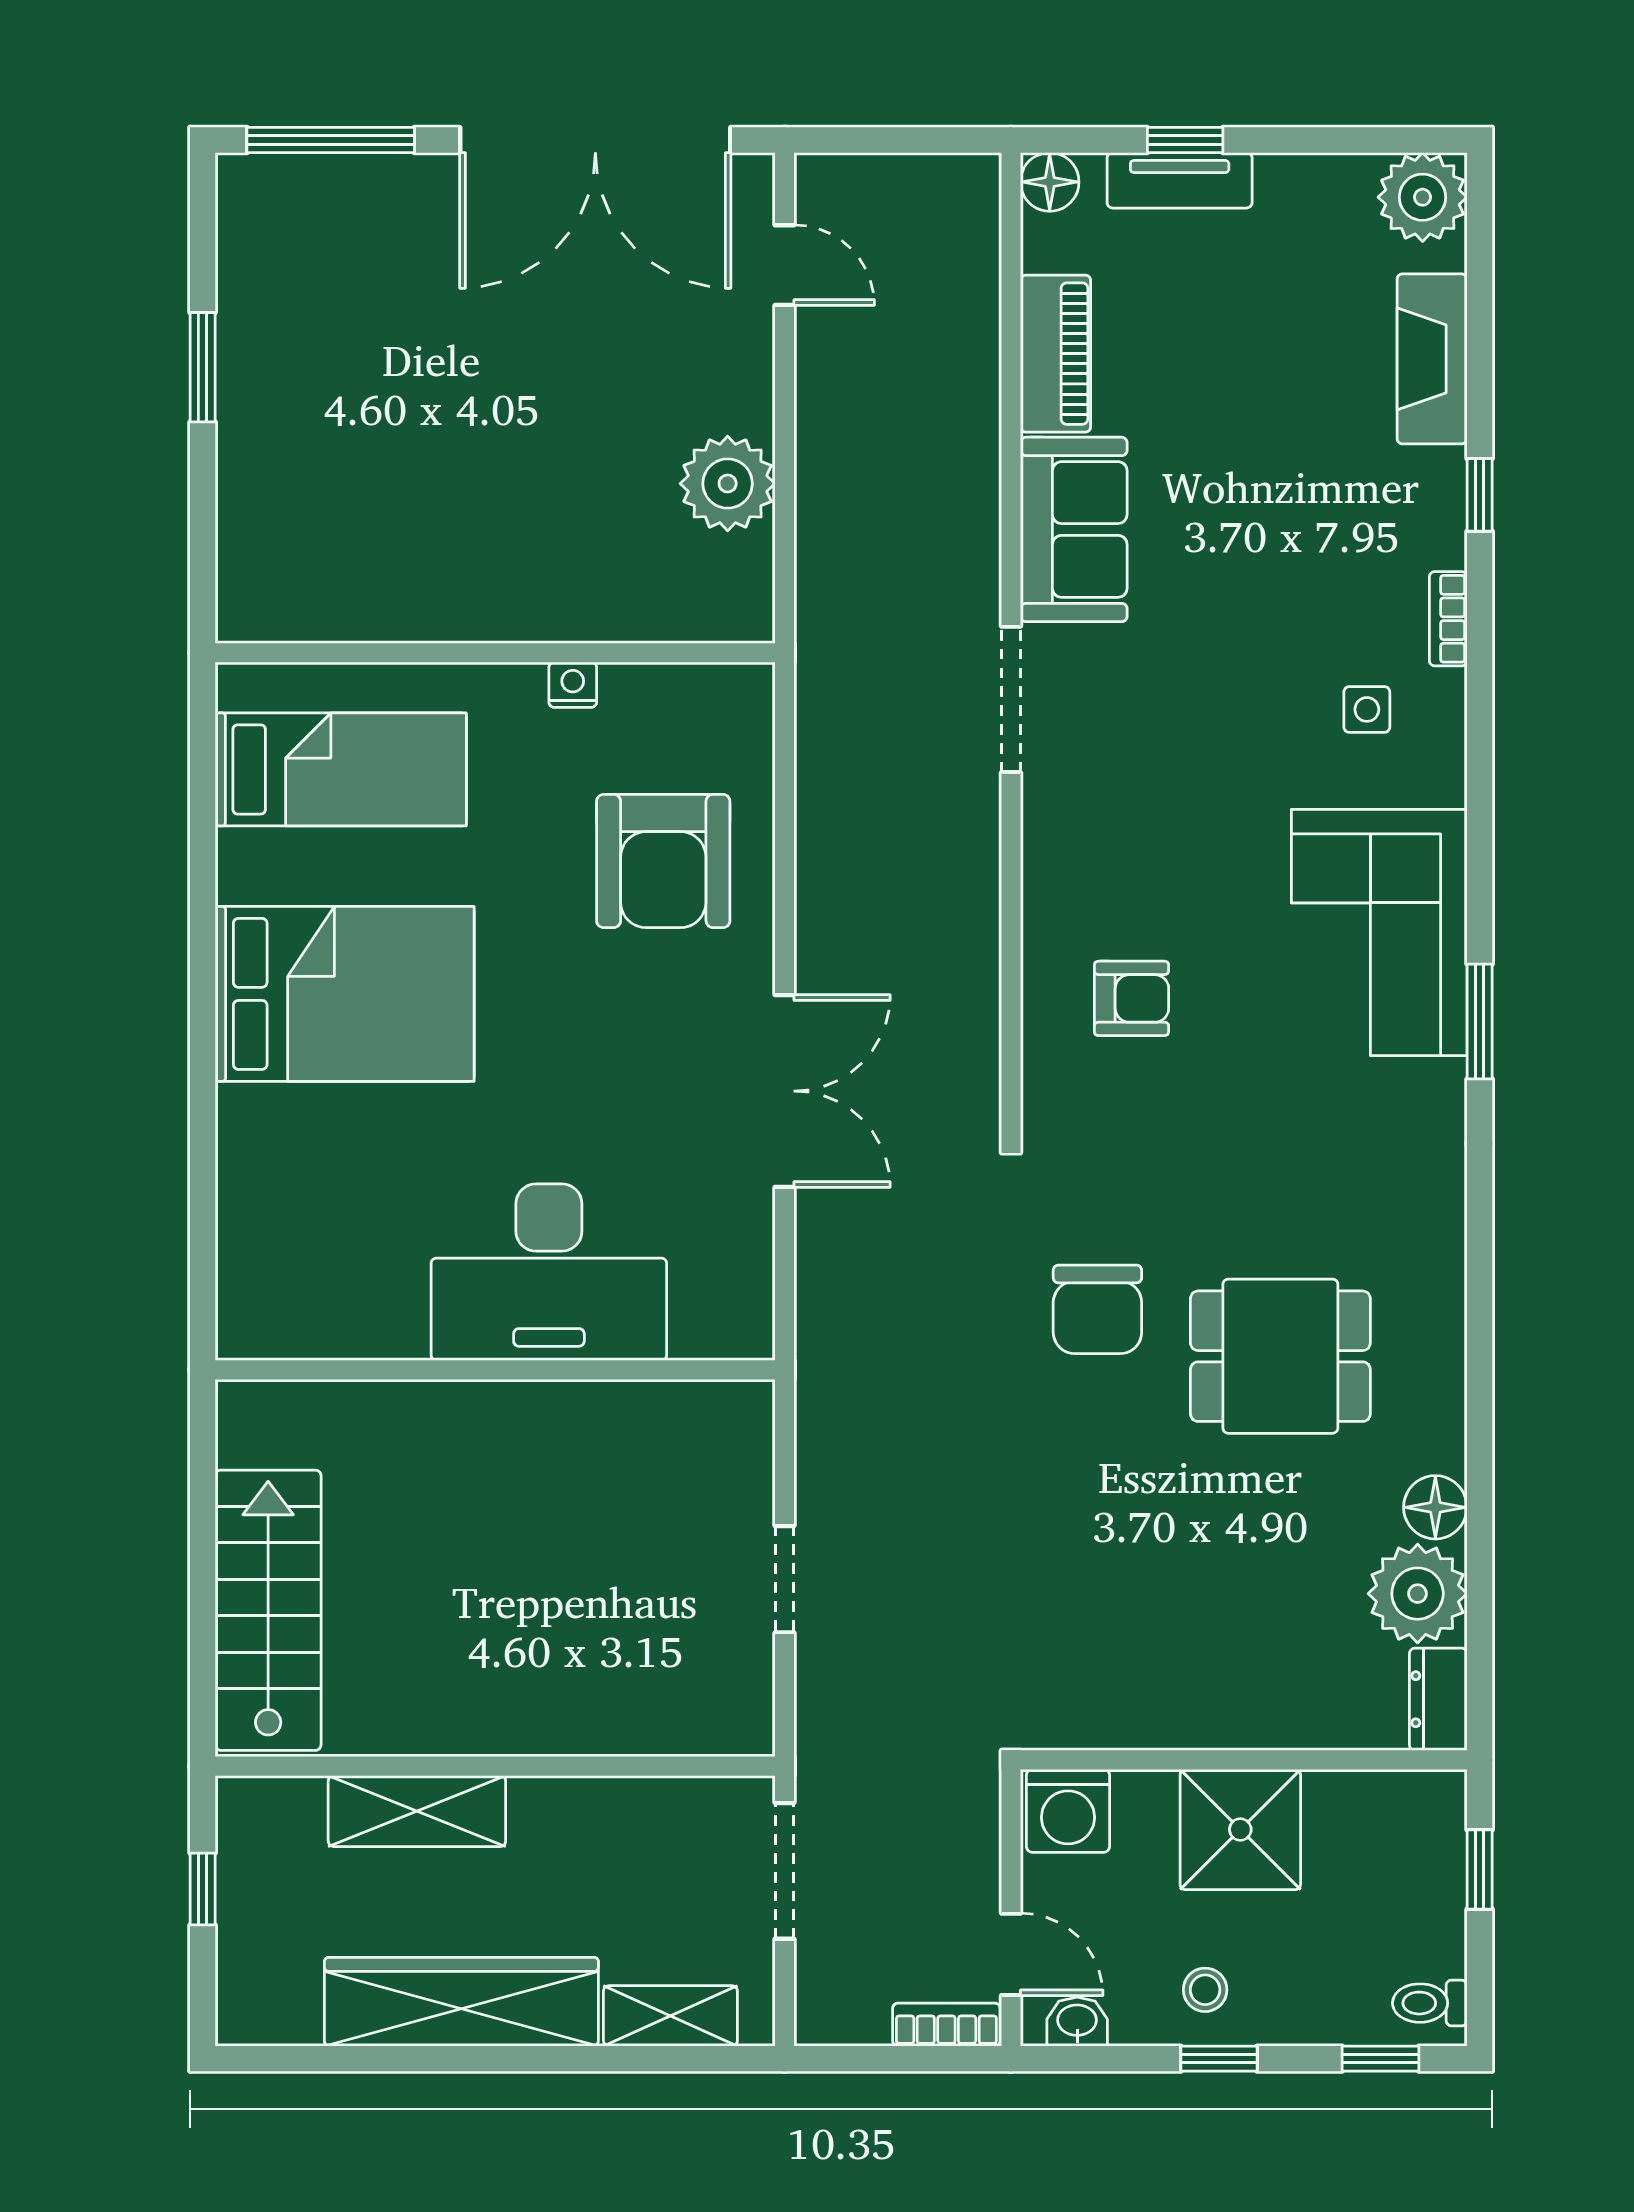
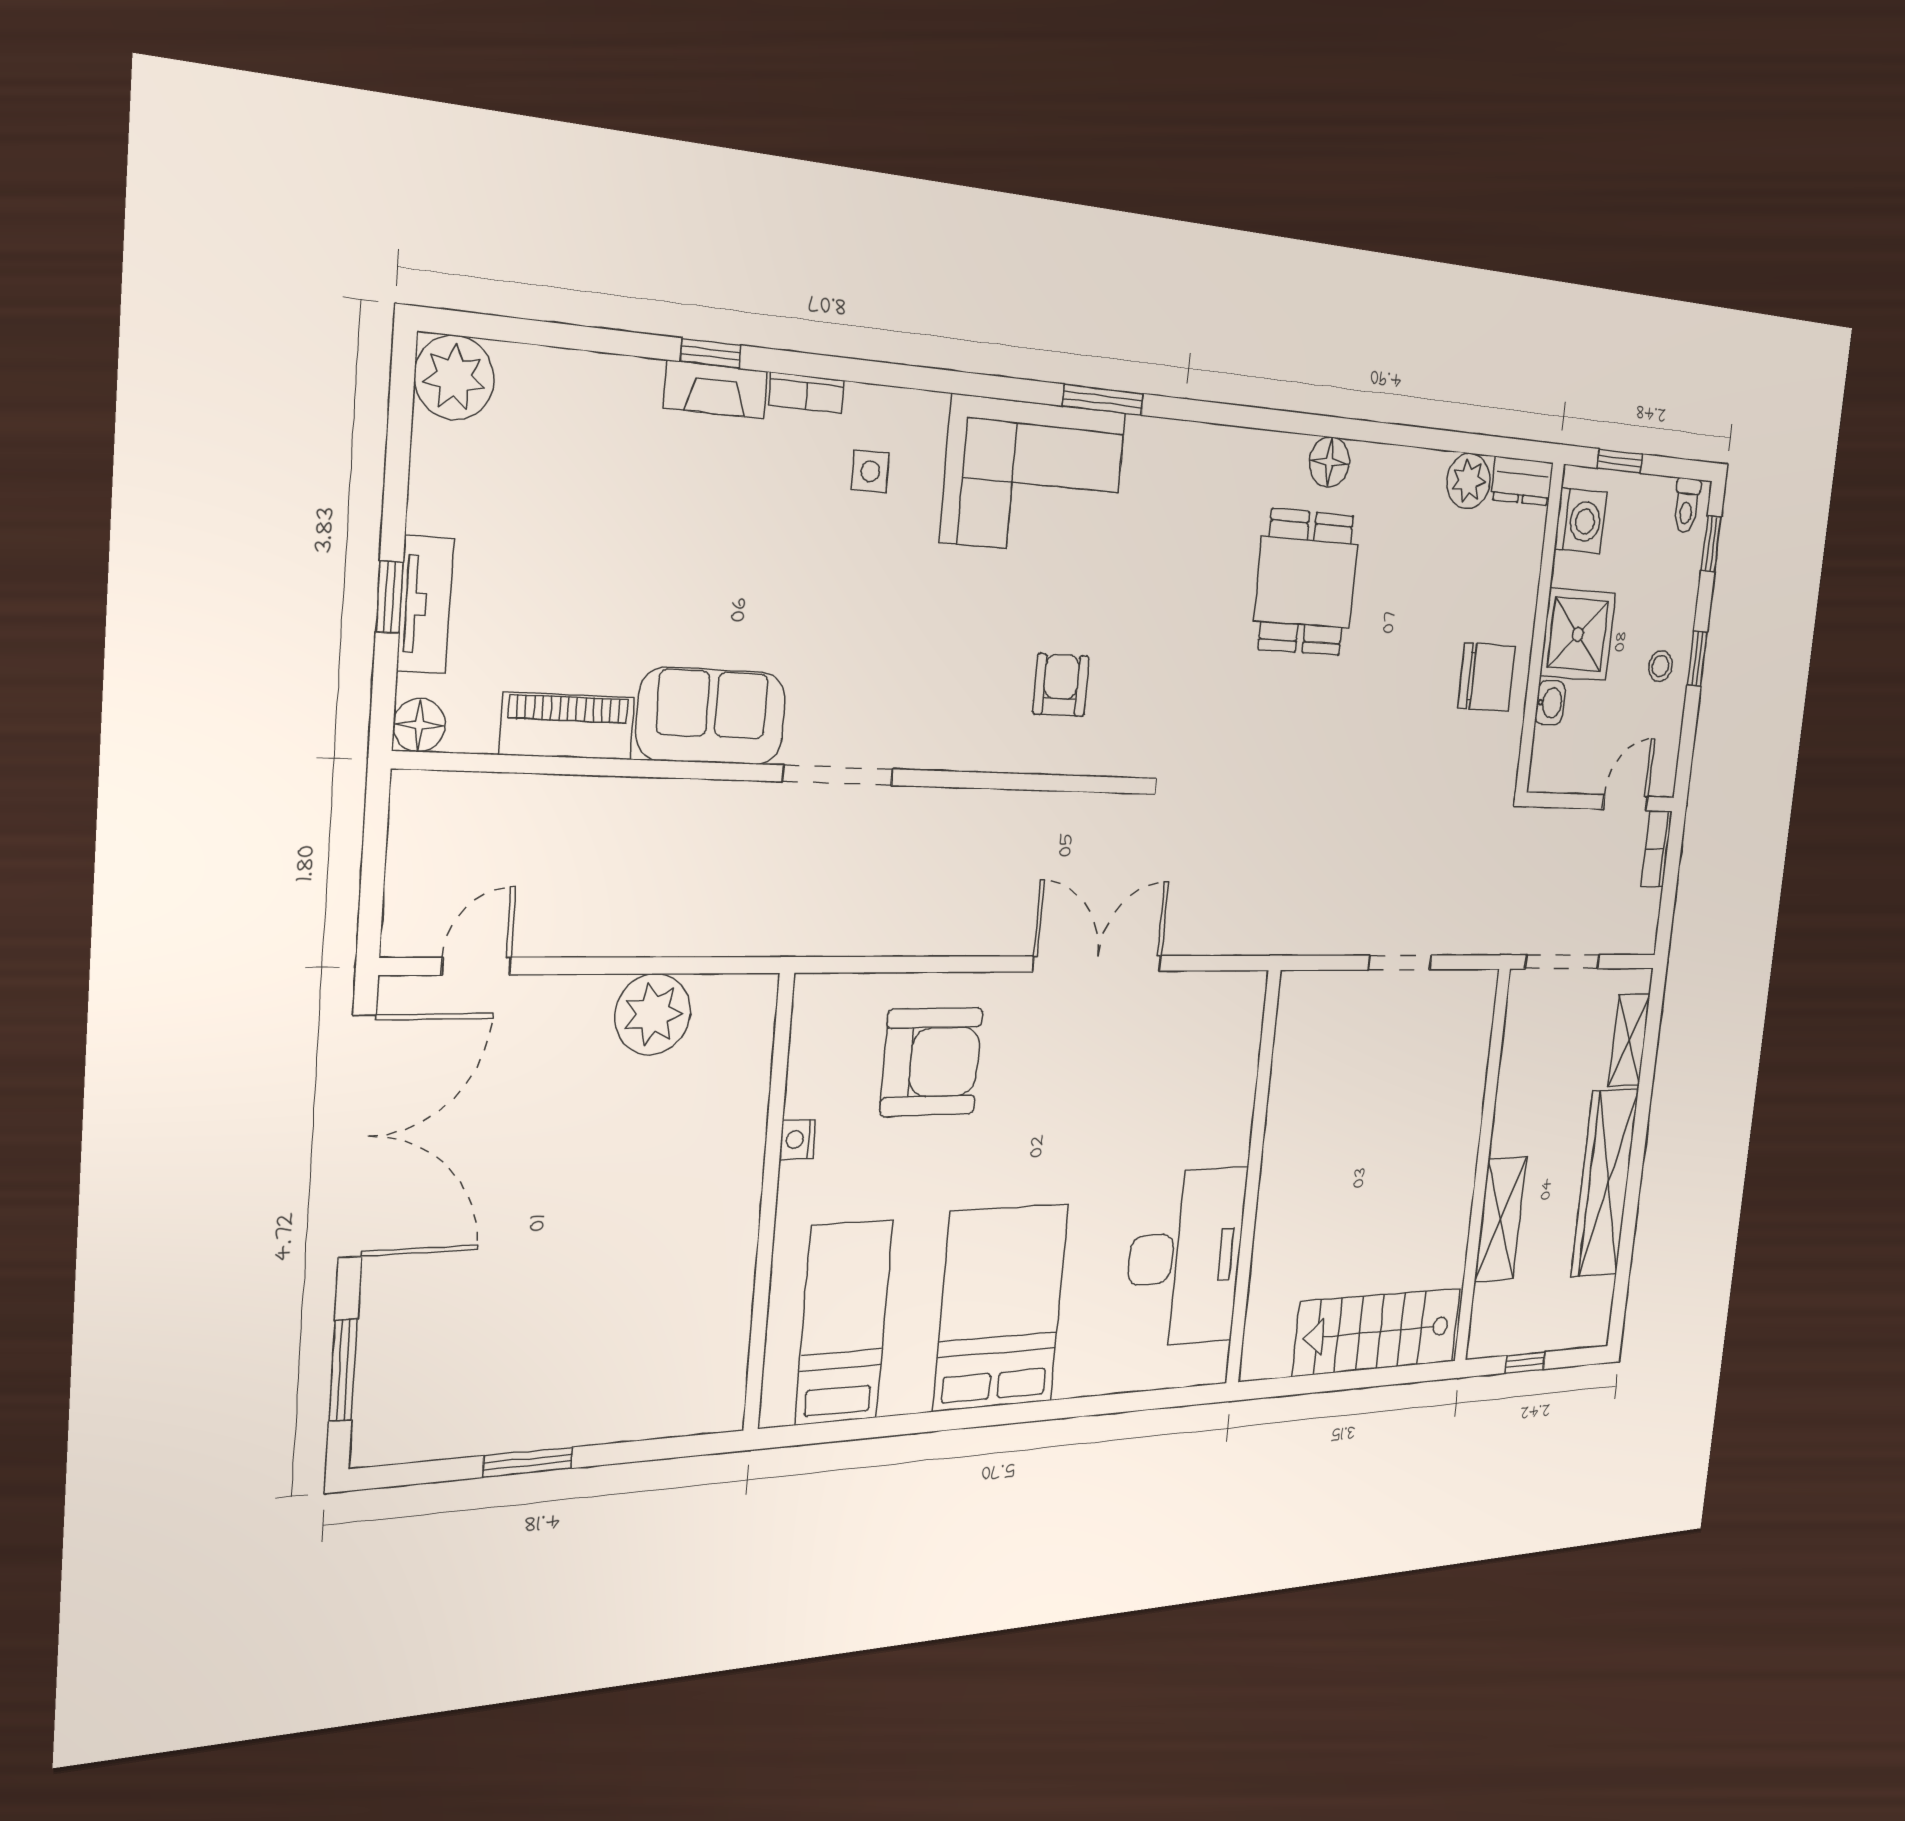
window: (331, 140) -> (343, 1370), width x0.69
fireplace: (1432, 359) -> (716, 389), moved, width x0.73, depth x0.76
desk: (549, 1272) -> (1185, 1257), moved
chair: (1097, 1309) -> (1486, 677), moved
floor lamp: (1435, 1507) -> (1329, 462), moved
plant: (1418, 1594) -> (1468, 481), width x0.73, depth x0.73
washing machine: (1068, 1811) -> (1581, 521), moved
washbasin: (1077, 2022) -> (1550, 703), moved, turned 180

